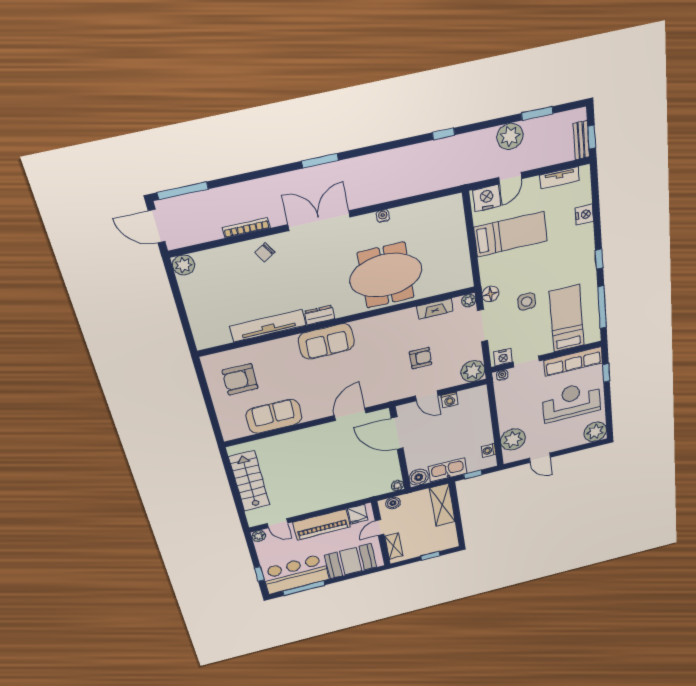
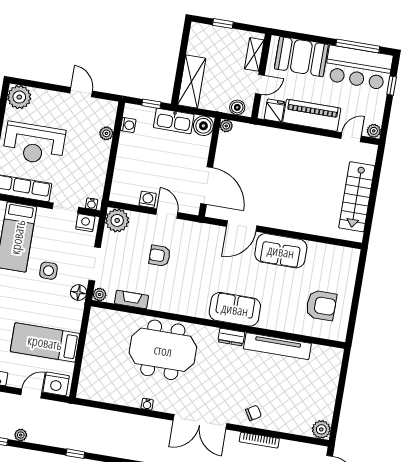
plant: (510, 136) -> (21, 435), width x0.53, depth x0.53
sofa: (274, 416) -> (281, 251), moved
plant: (513, 439) -> (106, 133), width x0.53, depth x0.53
door: (277, 523) -> (351, 137), hinge flipped

